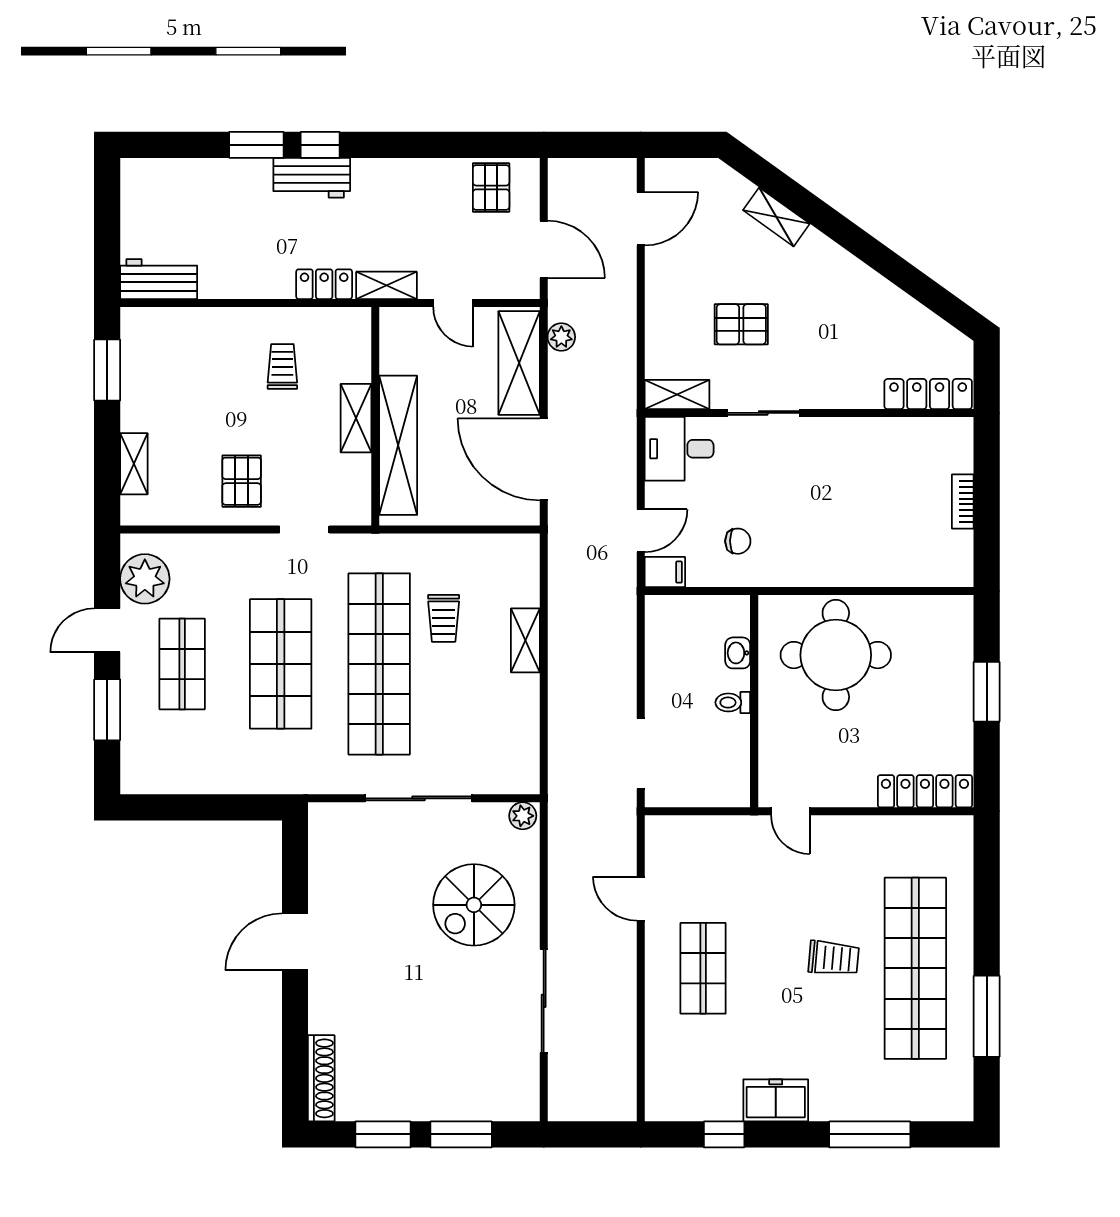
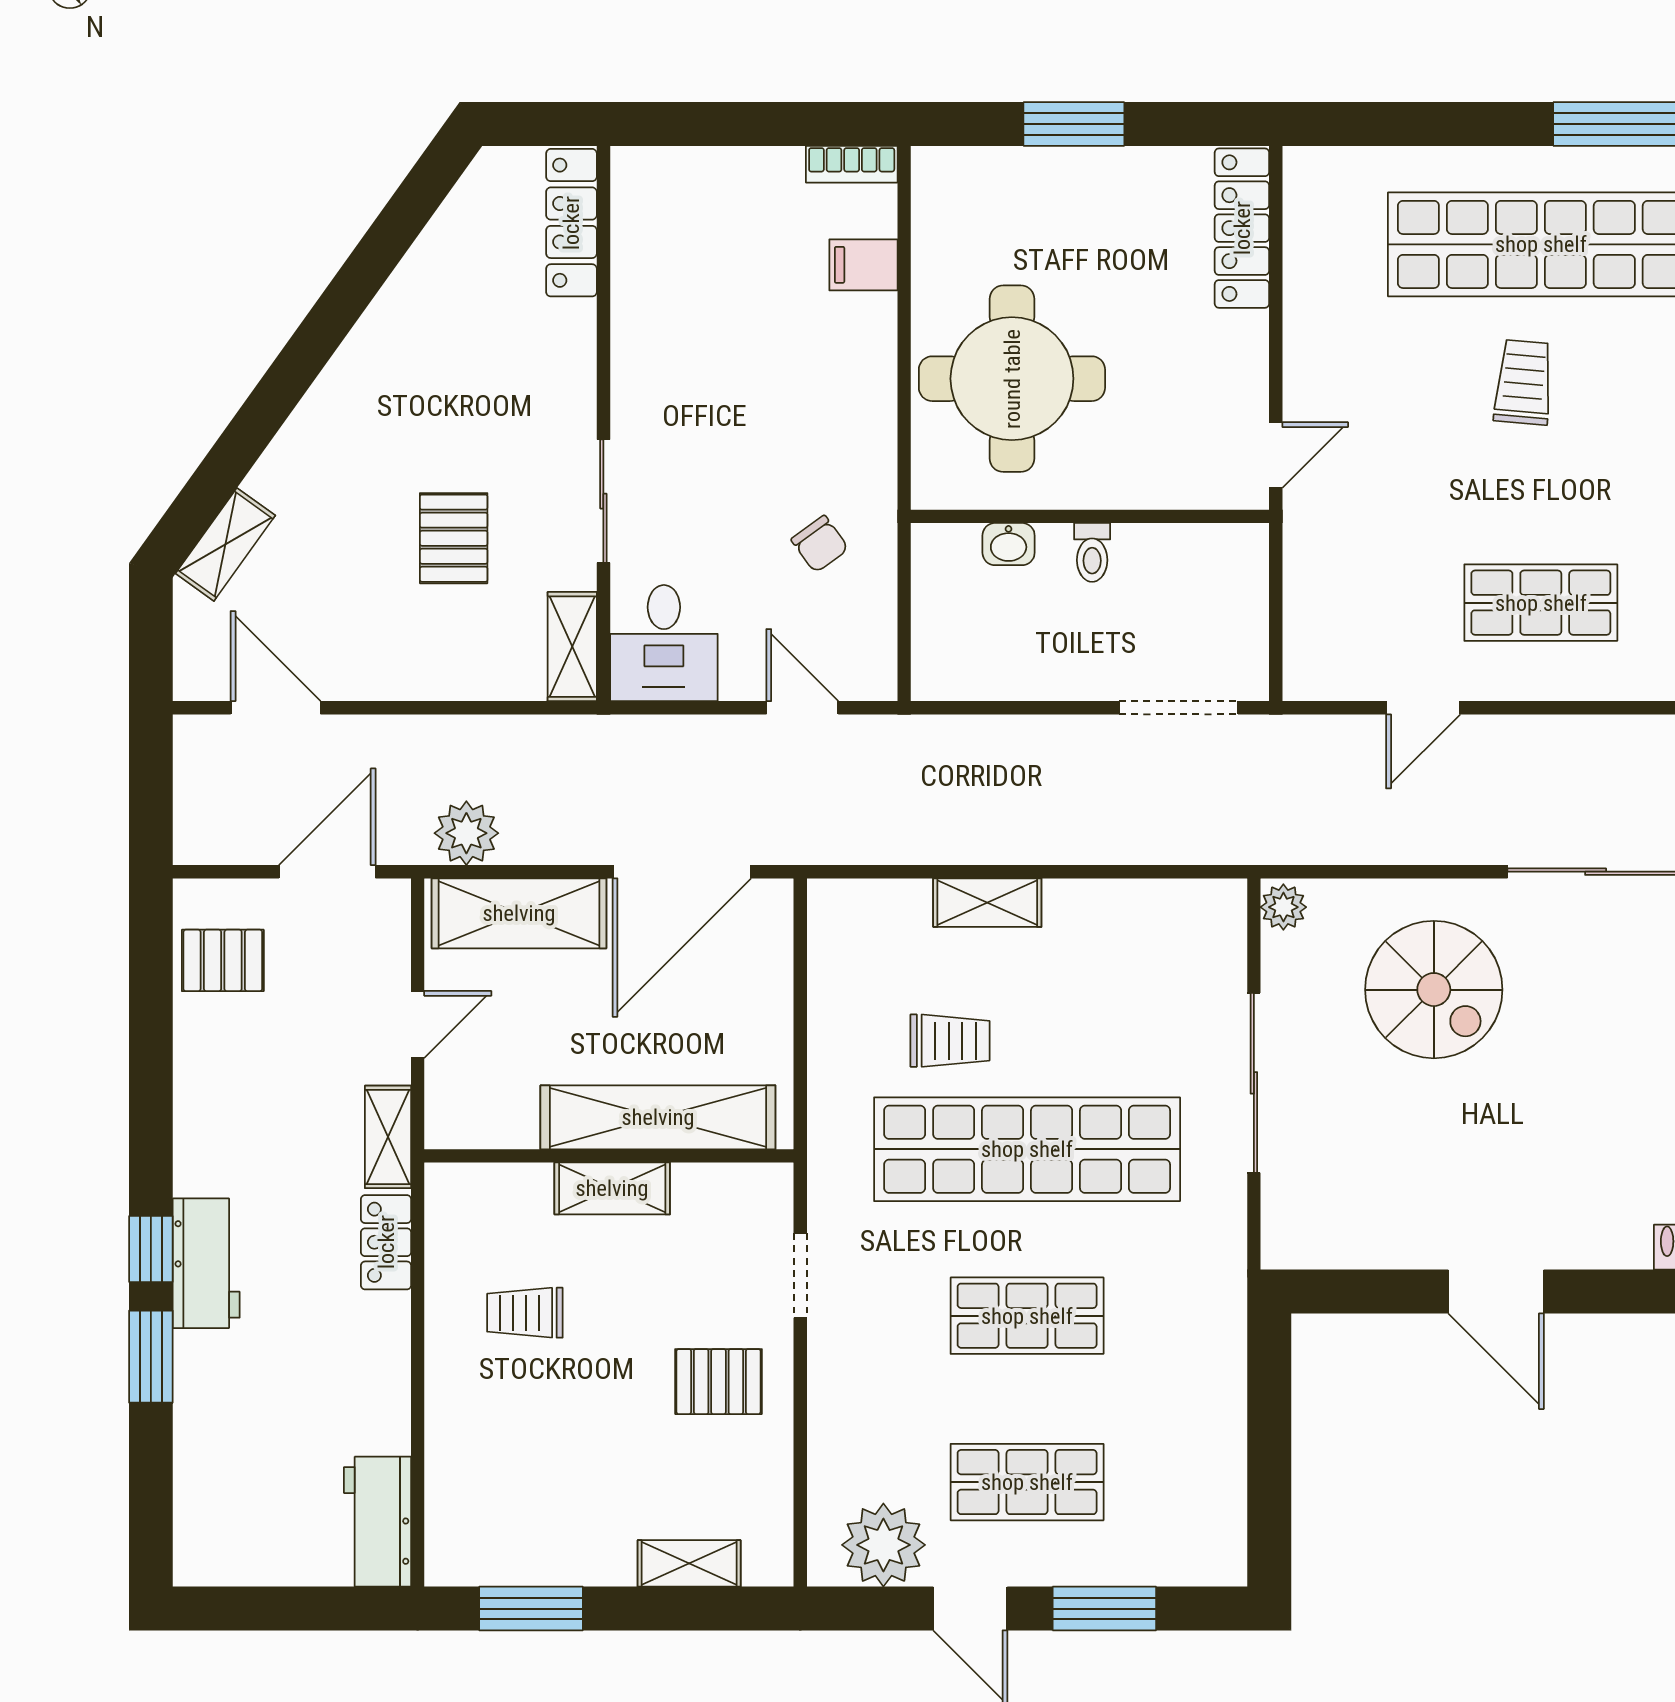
shelving: (776, 217) -> (225, 544), moved
plant: (561, 337) -> (466, 833), width x1.38, depth x1.38
bookcase: (963, 502) -> (852, 164), moved
chair: (738, 541) -> (820, 544), turned 144
filing cabinet: (665, 572) -> (863, 265), moved, turned -90
shop shelf: (281, 664) -> (1027, 1316), width x0.70, depth x0.74

